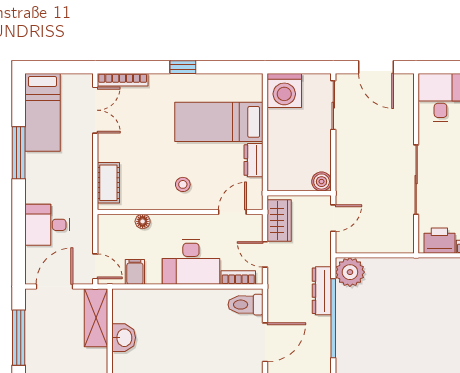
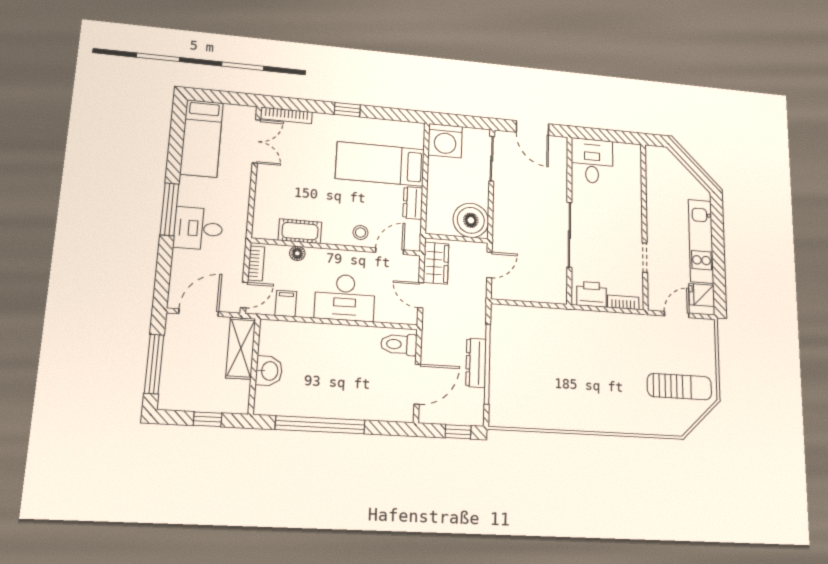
window: (19, 153) -> (169, 209), moved
boiler: (322, 182) -> (471, 220), width x1.86, depth x1.86
cot: (108, 183) -> (300, 231), moved, turned 90
stool: (183, 184) -> (360, 232), moved
desk: (47, 225) -> (198, 228), moved
door: (95, 266) -> (244, 295), hinge flipped
plant: (350, 272) -> (505, 319), removed
bookcase: (238, 278) -> (256, 263), moved, turned 90
dresser: (322, 291) -> (476, 363), moved

